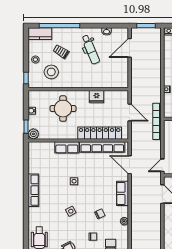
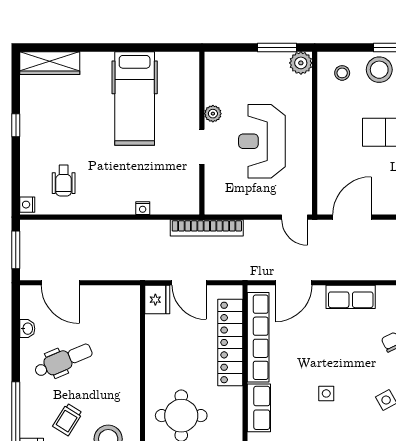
fridge: (97, 97) -> (157, 300), moved
door: (130, 112) -> (189, 283), swing flipped

